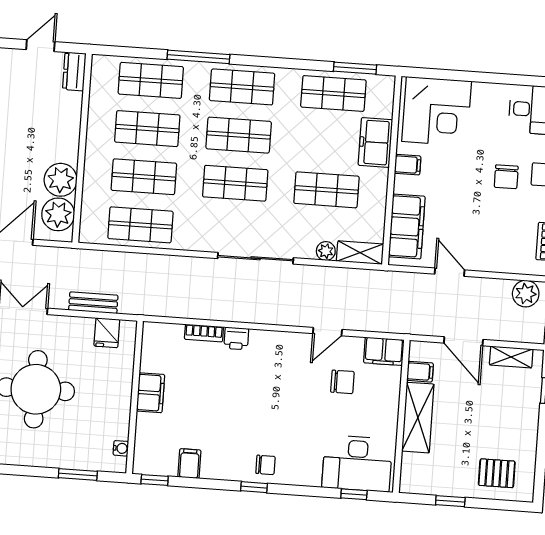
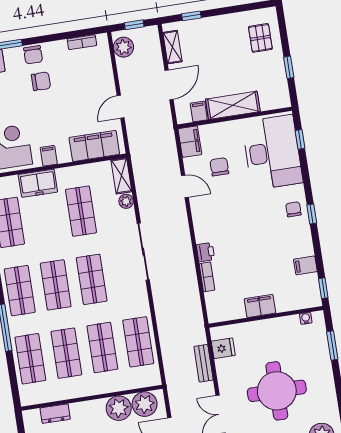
dresser: (74, 71) -> (55, 414), moved
desk: (357, 463) -> (272, 152), width x1.36, depth x1.30

